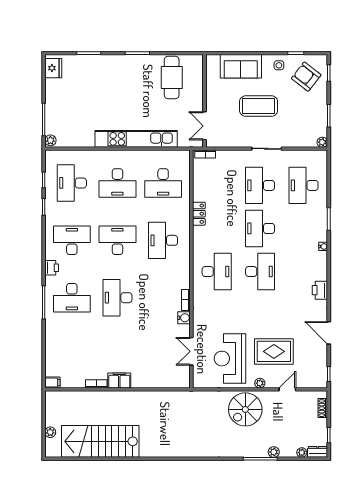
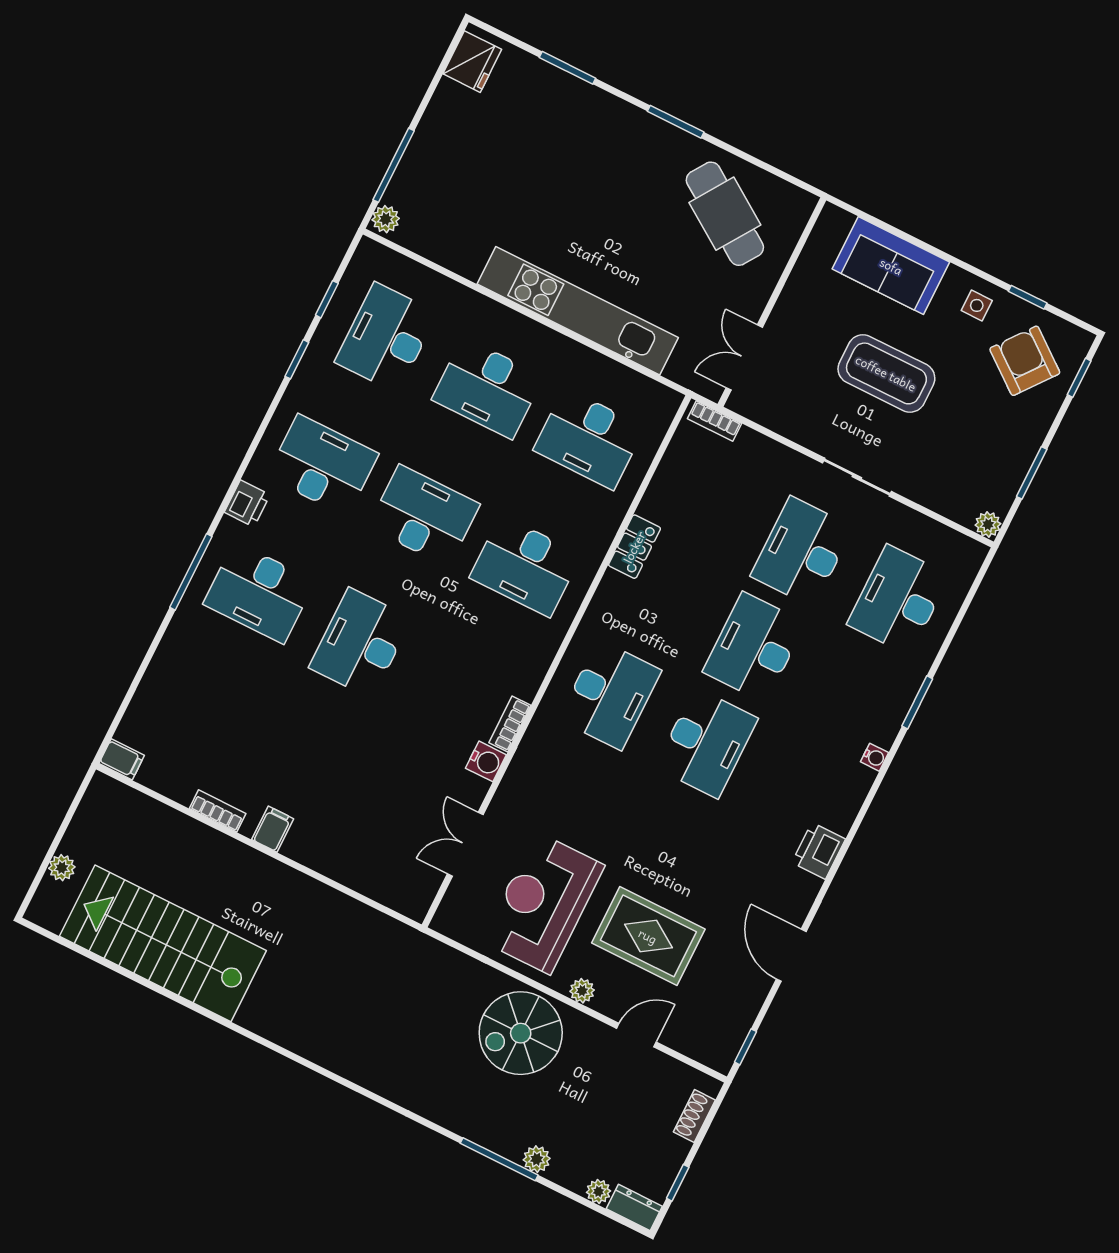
cafe table: (172, 77) -> (725, 214), turned -56
desk: (163, 240) -> (525, 566), turned -90
filing cabinet: (119, 380) -> (273, 829), width x0.50

